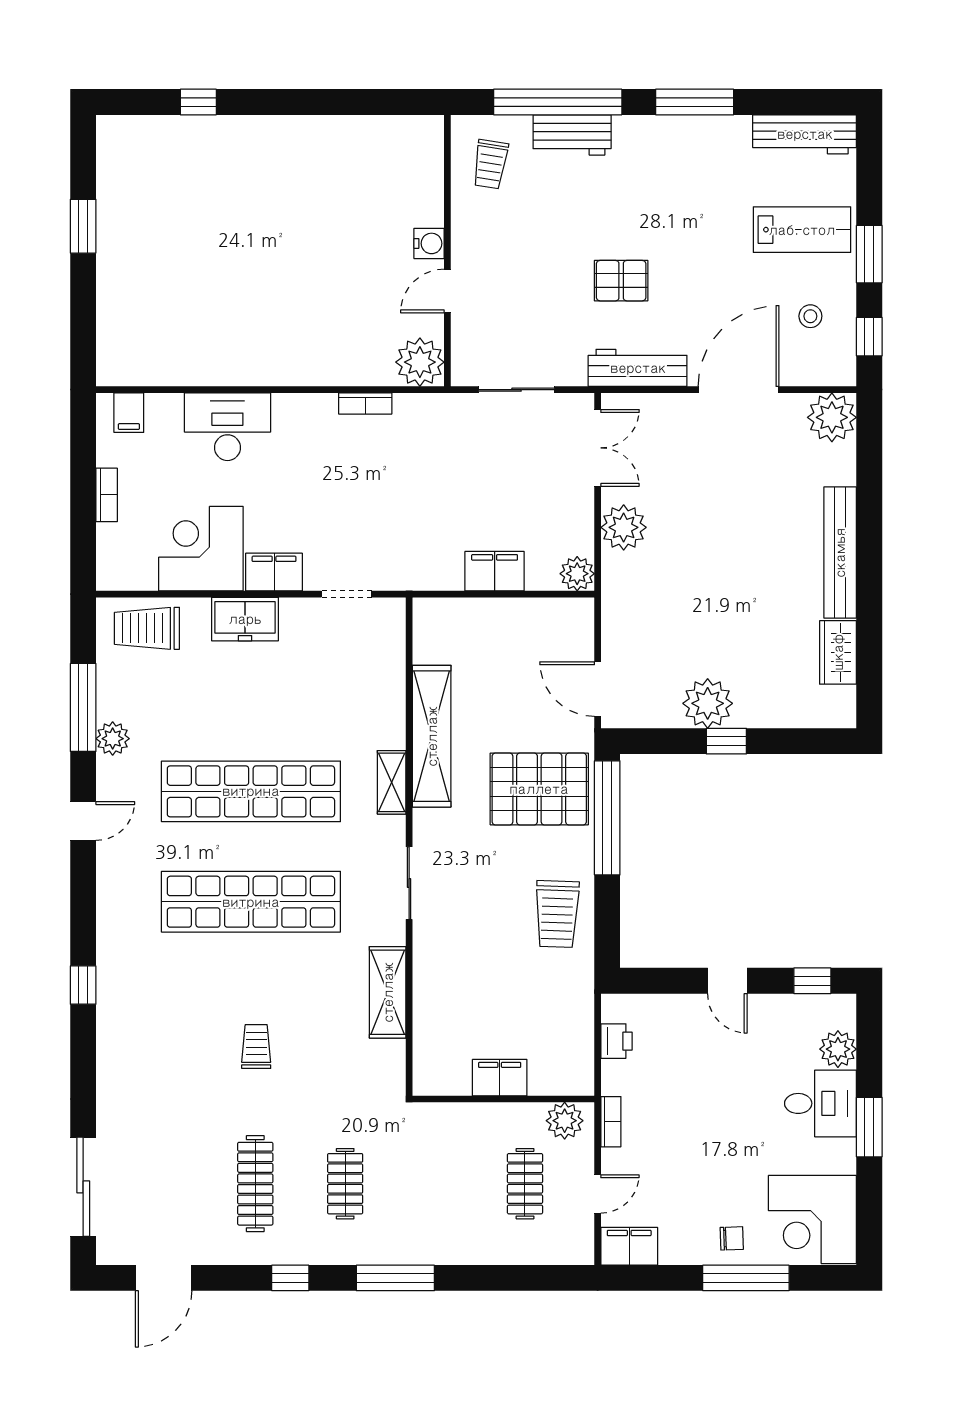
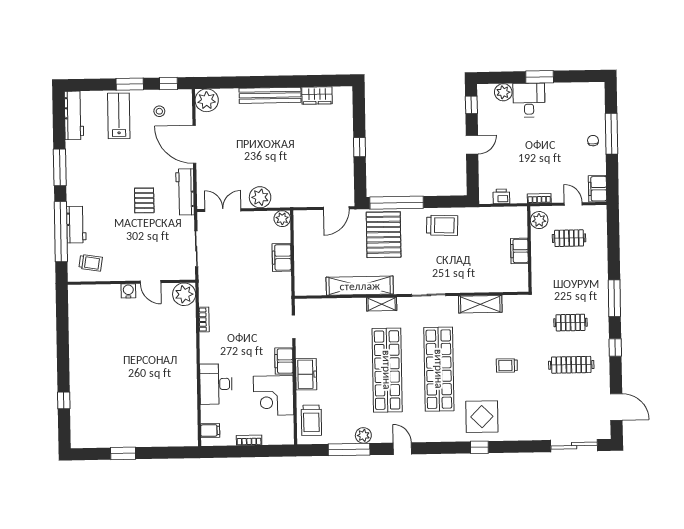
plant: (708, 703) -> (342, 156), removed
display table: (148, 991) -> (482, 417), added
corner desk: (812, 1219) -> (583, 103), removed

